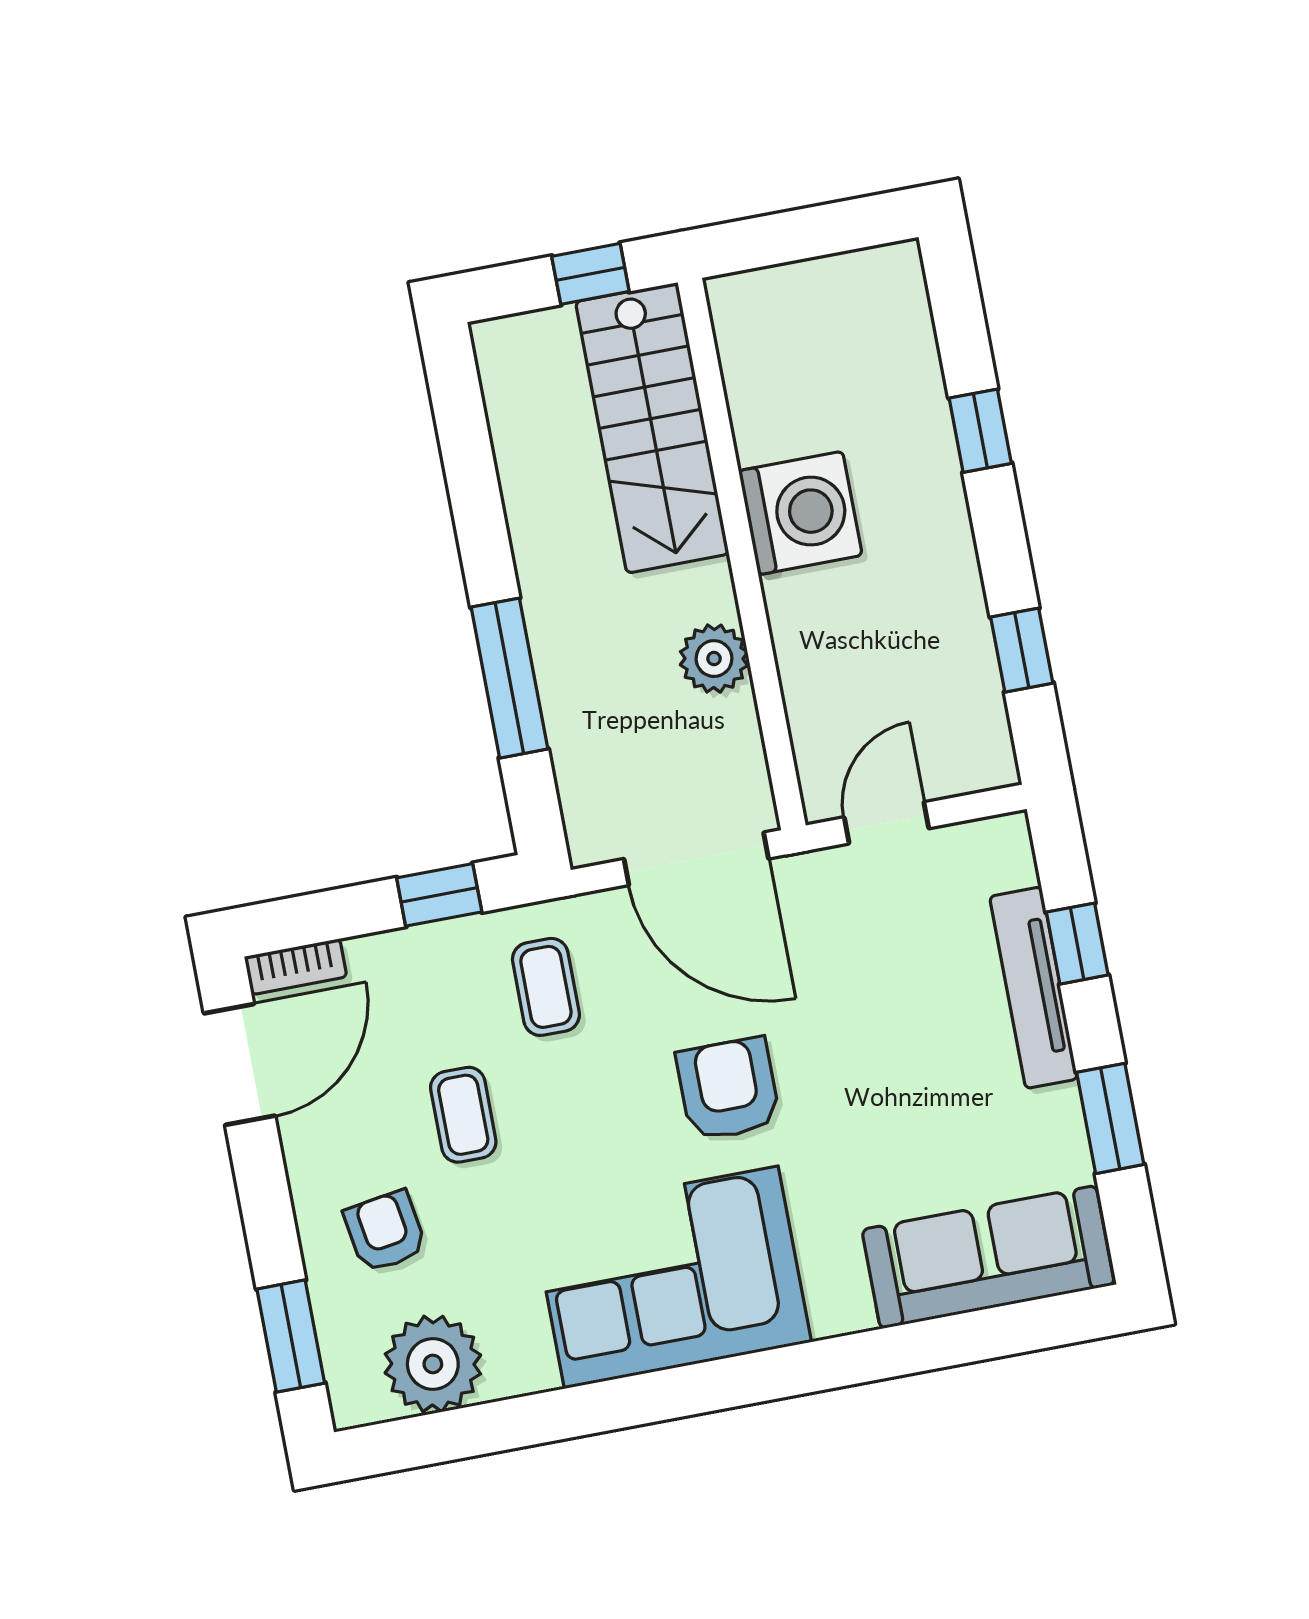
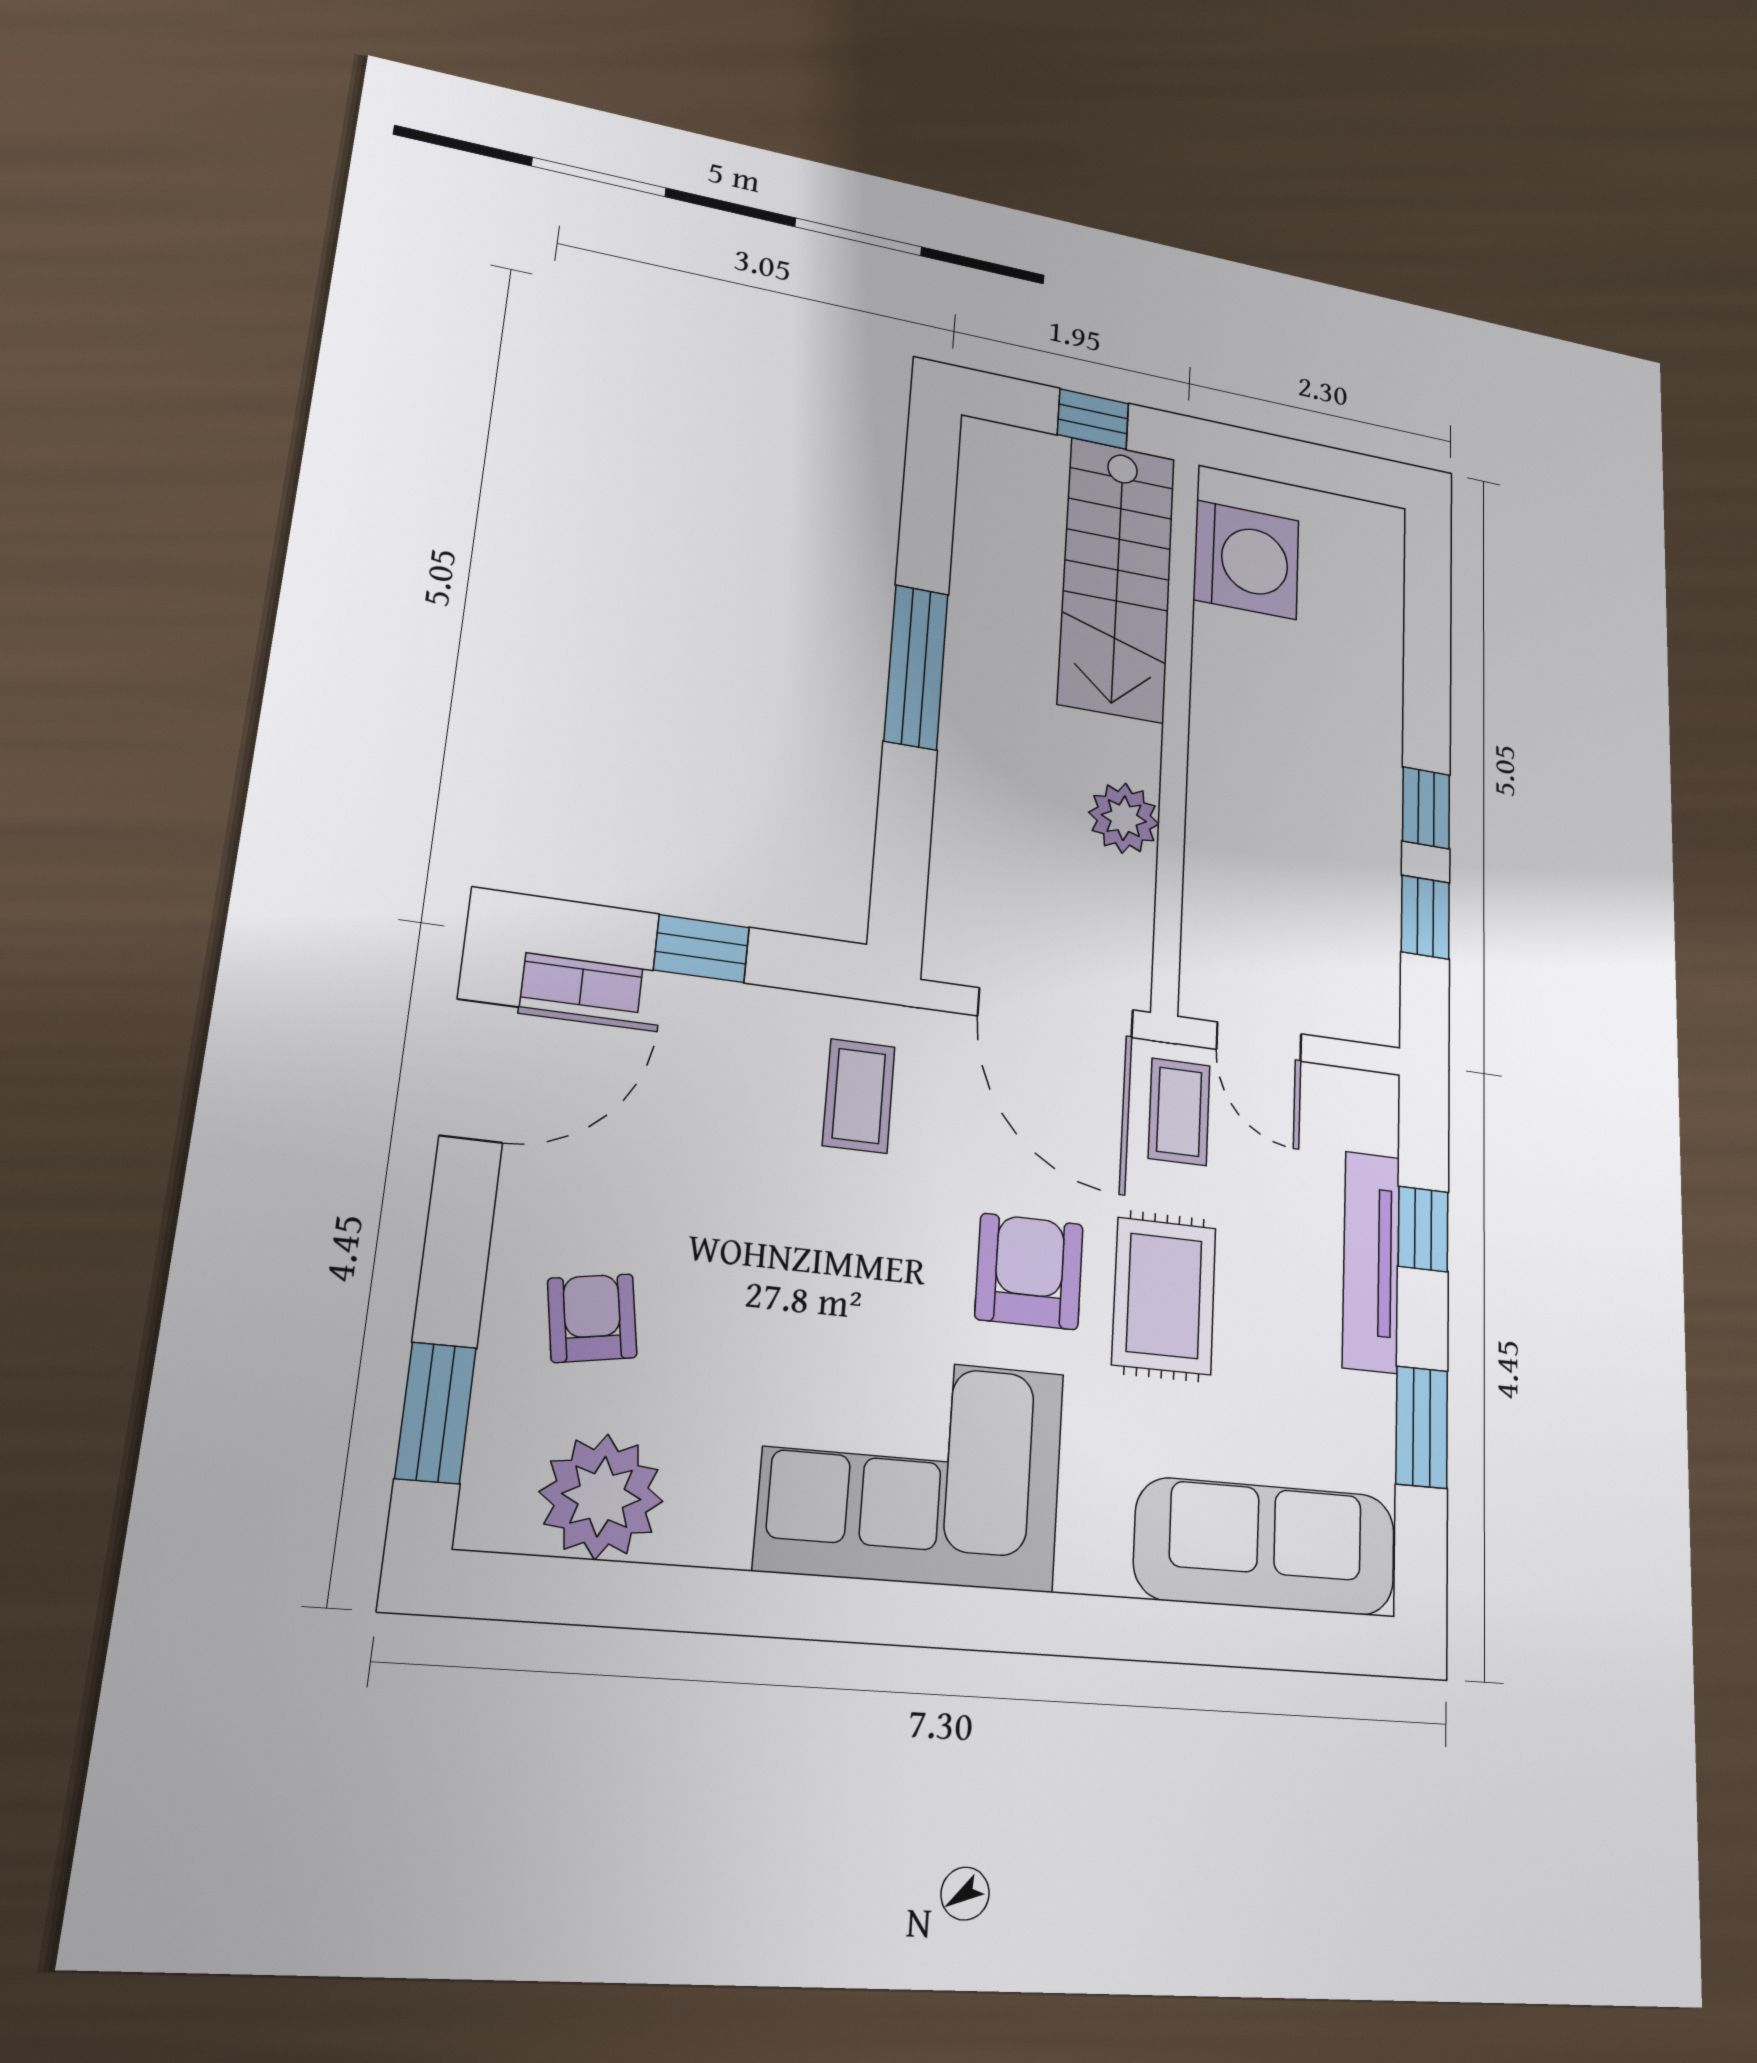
window: (980, 431) -> (1426, 808), moved
washing machine: (800, 513) -> (1246, 560), moved
window: (509, 678) -> (916, 667), moved
door: (886, 823) -> (1259, 1042), swing flipped
window: (439, 895) -> (702, 949), moved
rug: (851, 1074) -> (1164, 1296), added
coffee table: (463, 1115) -> (1179, 1112), moved

